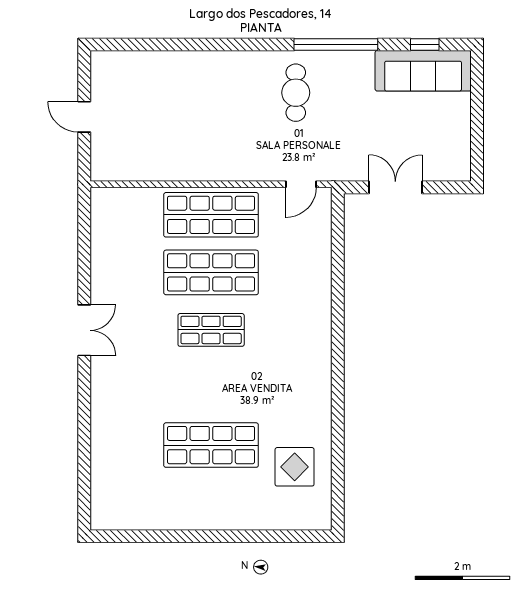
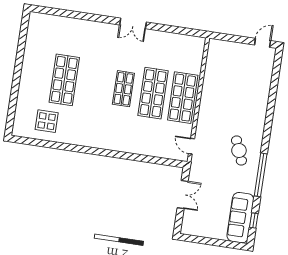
cafe table: (296, 93) -> (239, 150), turned 68
door: (84, 117) -> (263, 43), moved

